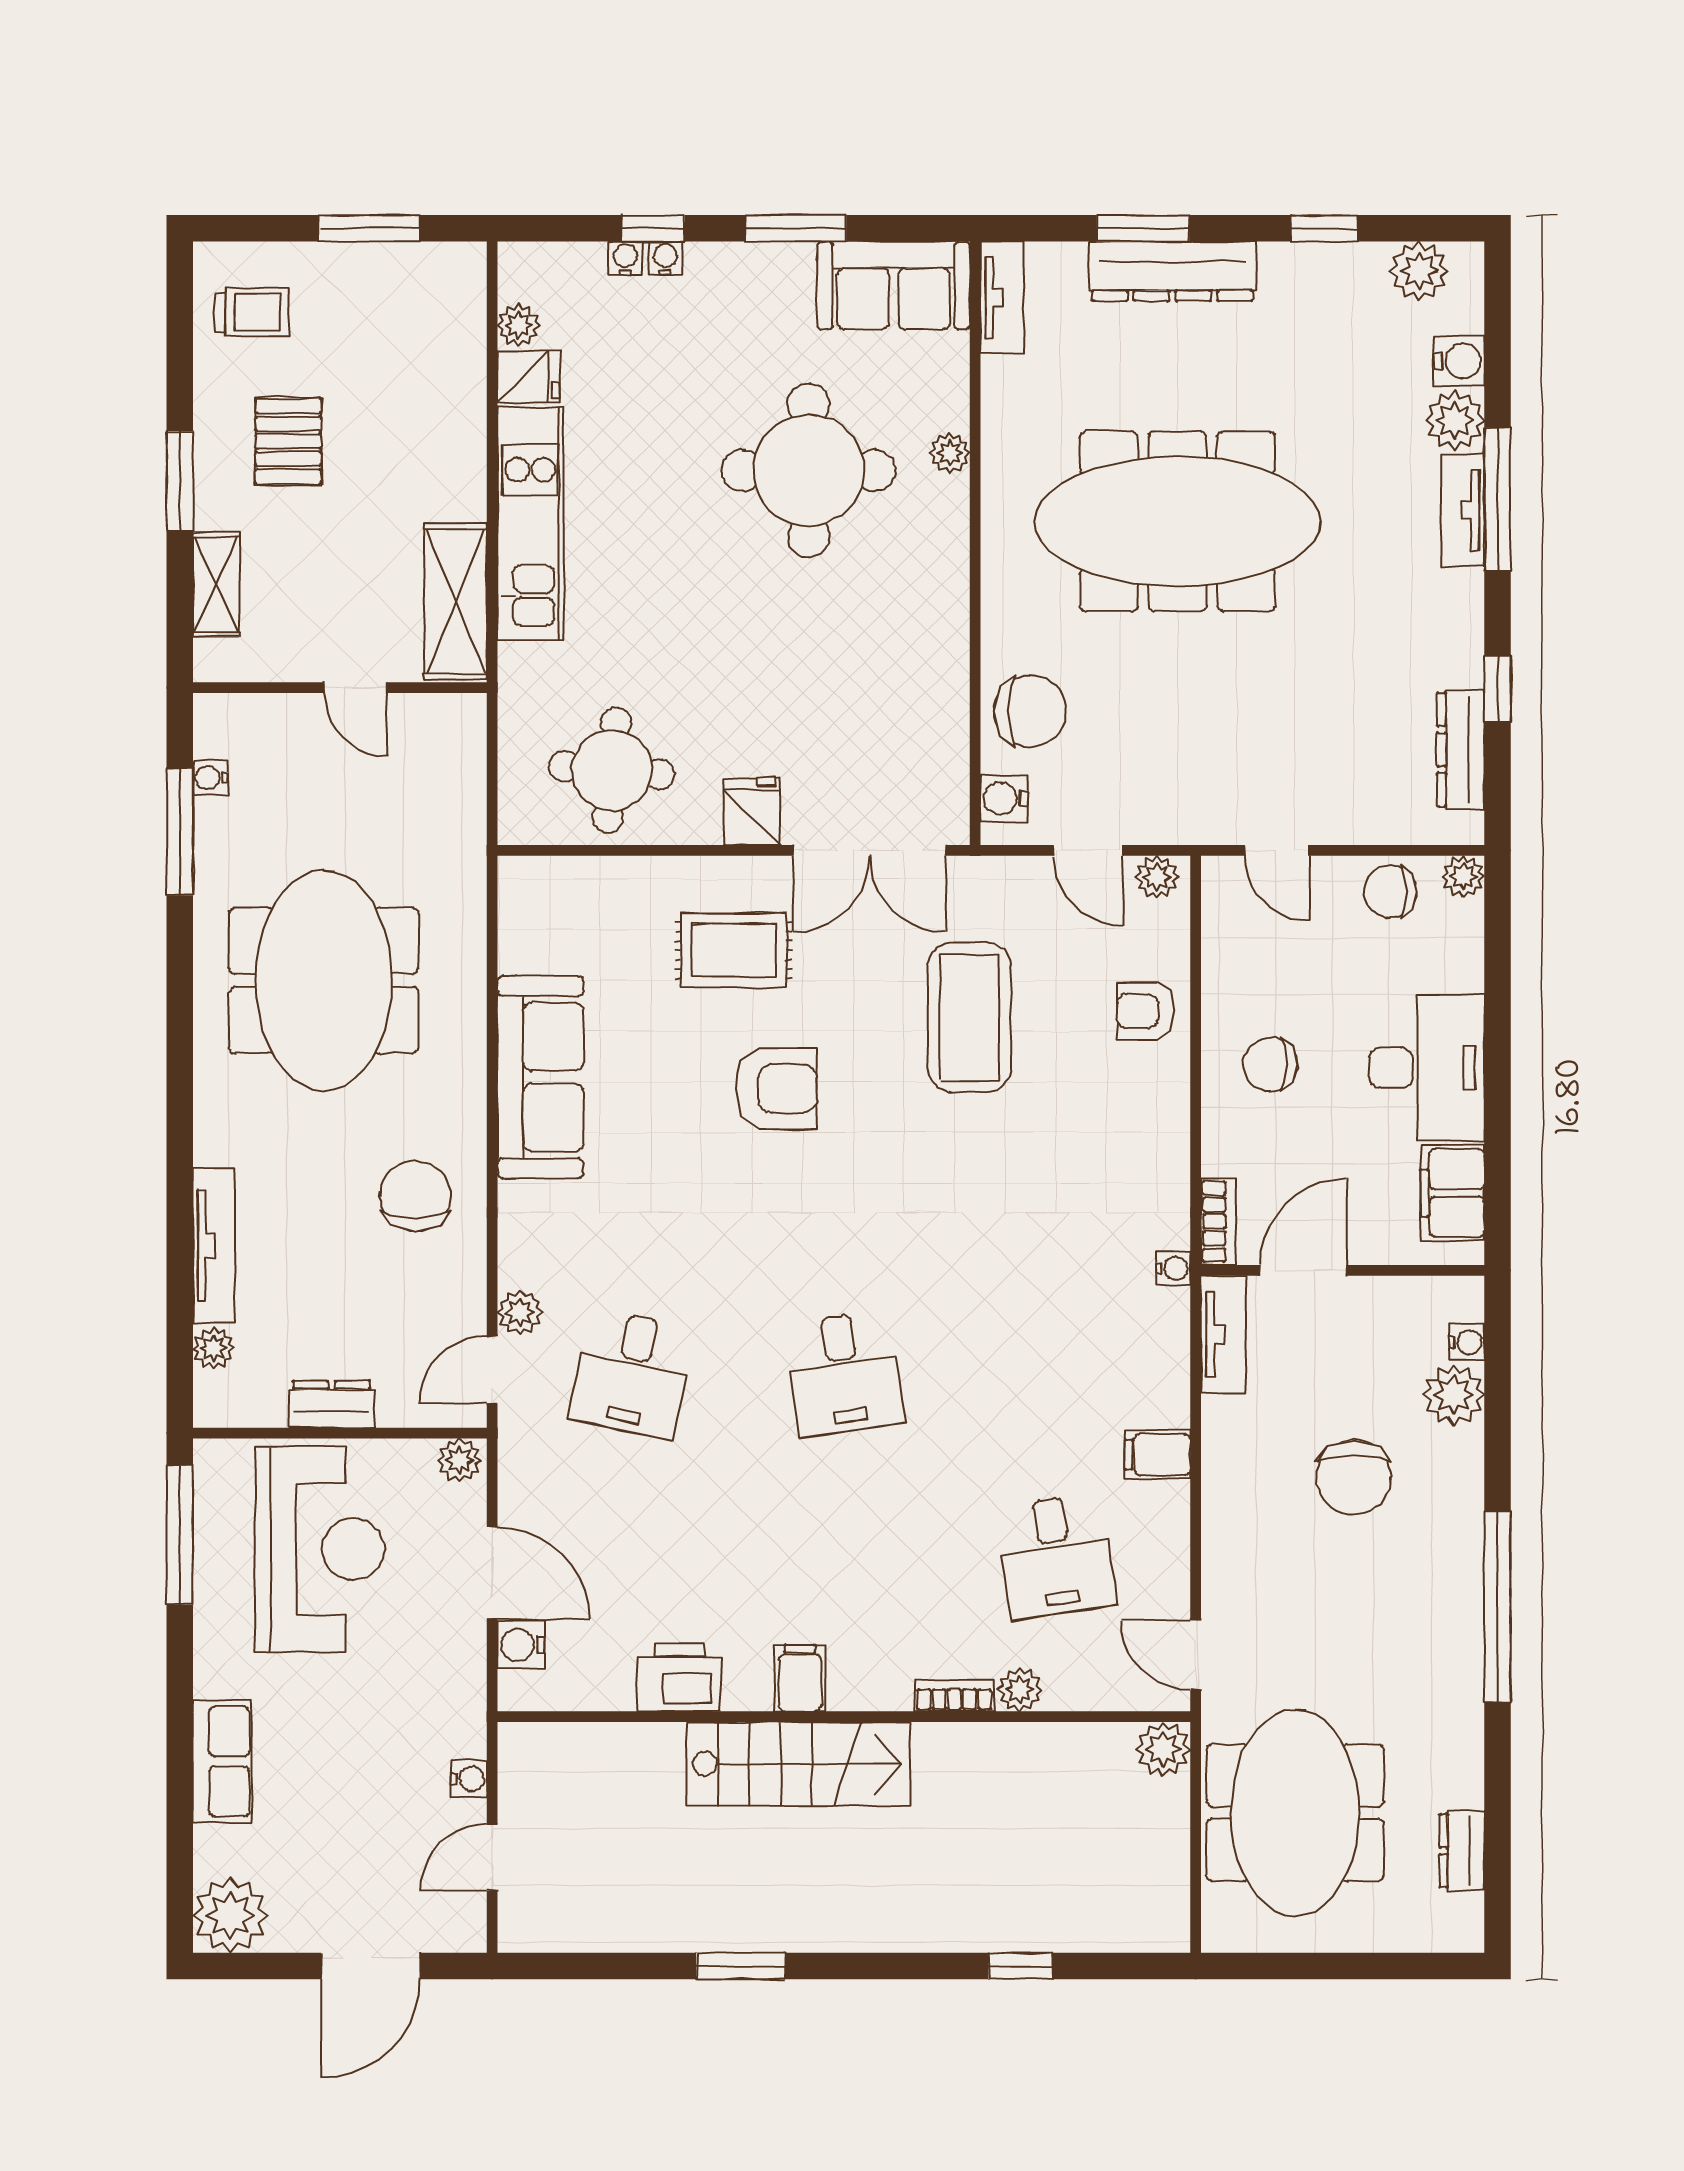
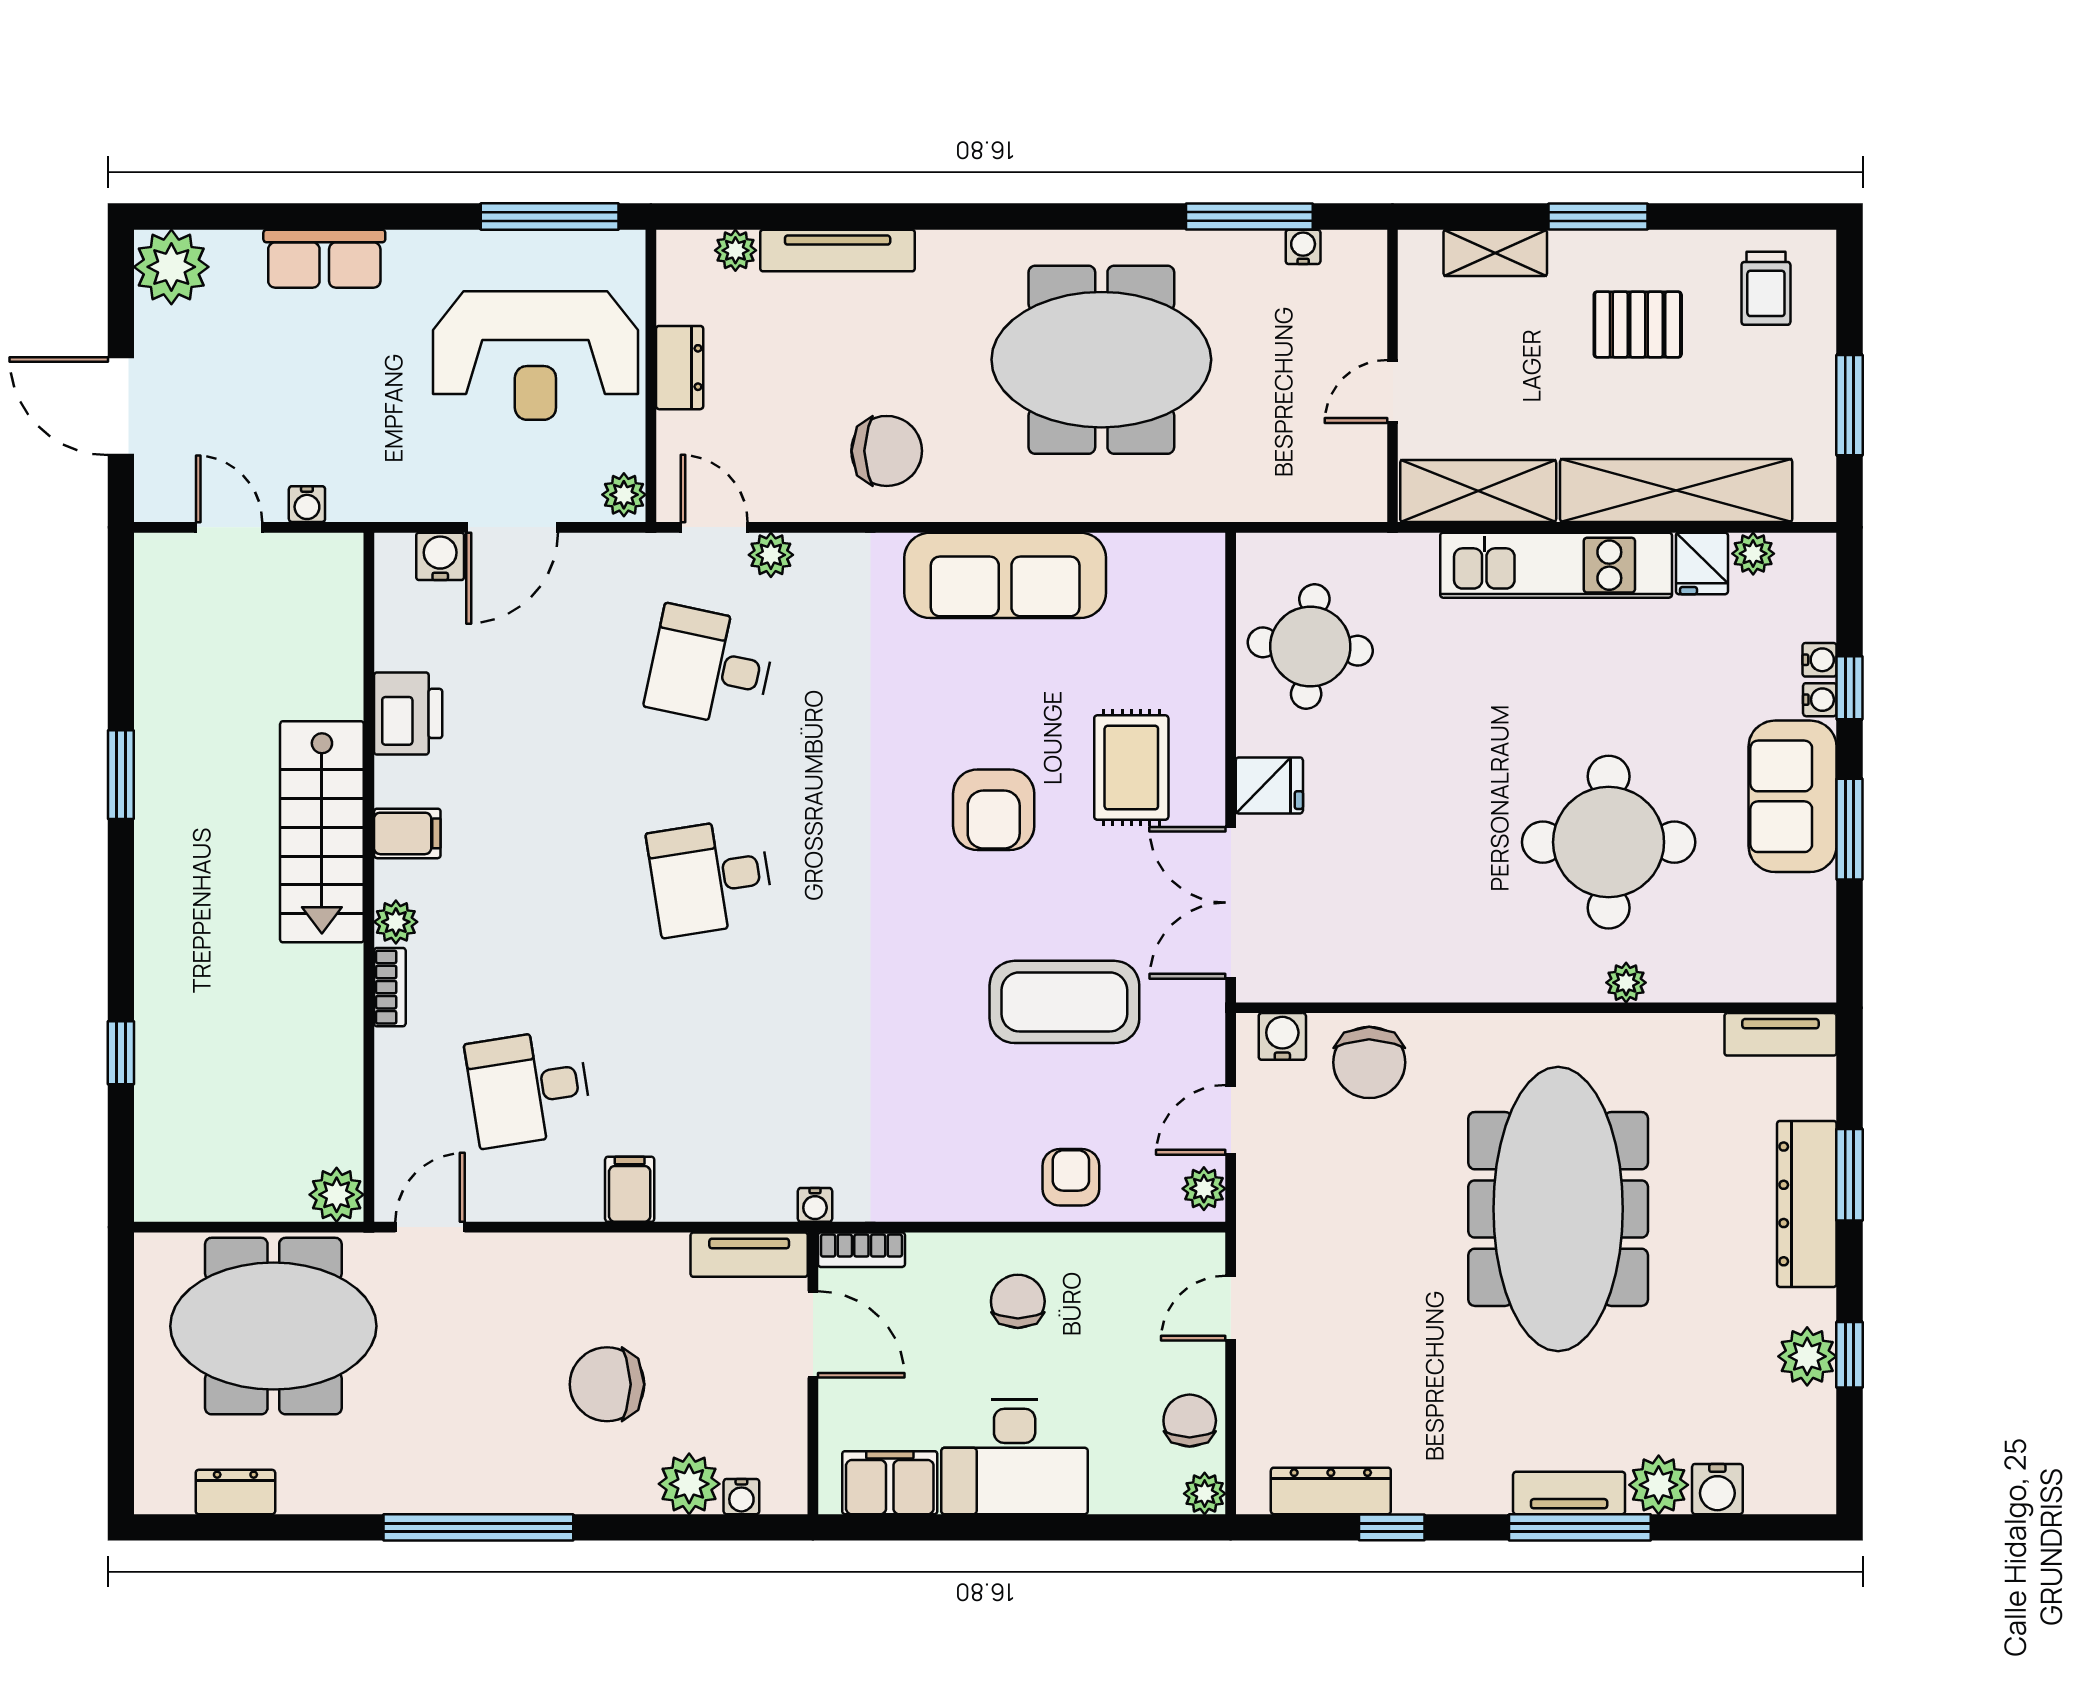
plant: (1419, 271) -> (1807, 1356), moved
sofa: (894, 286) -> (1793, 796), moved
shelving: (455, 403) -> (1676, 490), added
plant: (1020, 1690) -> (396, 922), moved

